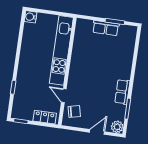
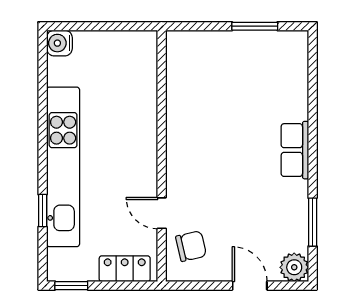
row of seats: (106, 28) -> (236, 44), removed
kitchen unit: (61, 50) -> (63, 167), moved, turned 180
row of seats: (122, 92) -> (295, 150), moved
door: (97, 132) -> (250, 286), hinge flipped

